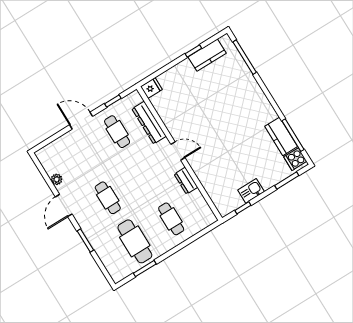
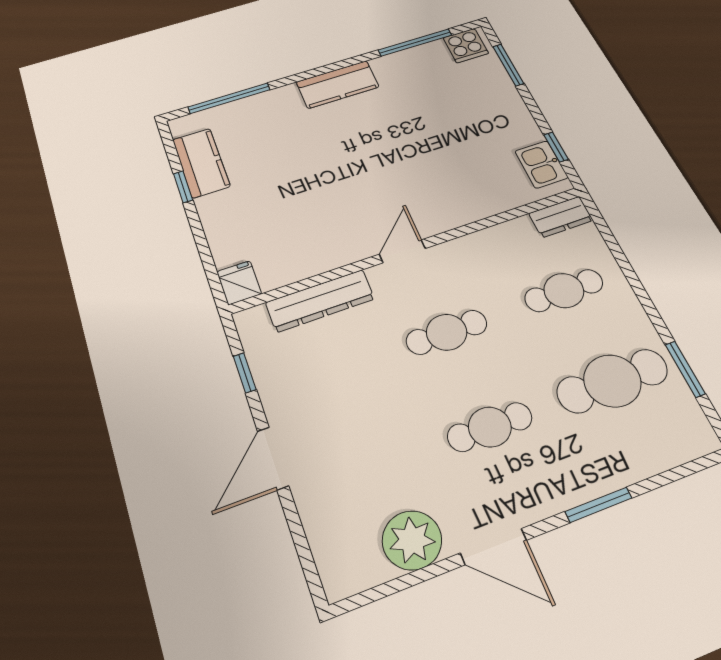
cafe table: (117, 132) -> (447, 332), moved
kitchen counter: (281, 136) -> (338, 84), moved
plant: (57, 179) -> (412, 540), width x1.88, depth x1.88
dresser: (186, 181) -> (561, 217), moved
kitchen sink: (251, 191) -> (541, 164), moved

